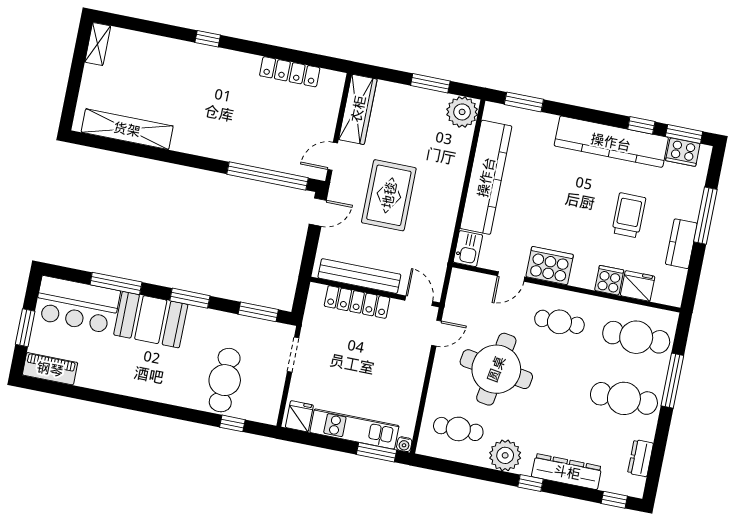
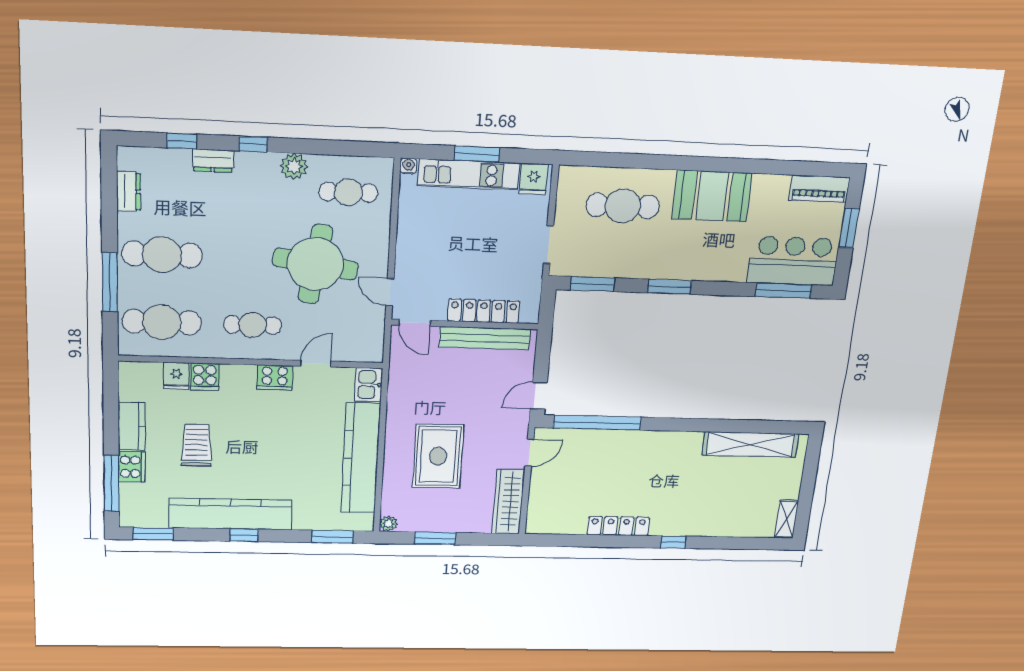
locker: (290, 72) -> (618, 526), moved
plant: (462, 112) -> (389, 524), width x0.53, depth x0.53
window: (641, 125) -> (244, 535), moved
cooker: (683, 152) -> (132, 467), moved, turned 90
rug: (389, 195) -> (438, 456), moved
trolley: (629, 215) -> (197, 445), turned 180
window: (705, 216) -> (111, 483), moved
cooker: (550, 266) -> (275, 377), width x0.73, depth x0.76
window: (116, 283) -> (784, 291), moved
fridge: (638, 286) -> (176, 376), width x0.72
booth: (151, 320) -> (712, 196), moved
door: (436, 333) -> (390, 292), hinge flipped
cafe table: (225, 380) -> (623, 206), turned 90
window: (232, 423) -> (609, 160), removed
window: (376, 452) -> (477, 154), moved
plant: (505, 455) -> (294, 166), width x0.73, depth x0.73
dresser: (567, 472) -> (213, 161), width x0.51, depth x0.80
window: (614, 500) -> (182, 141), moved

